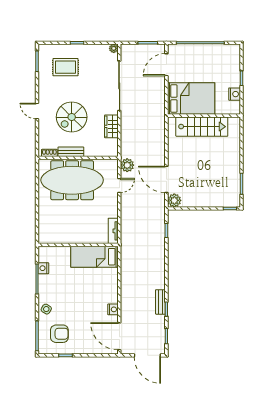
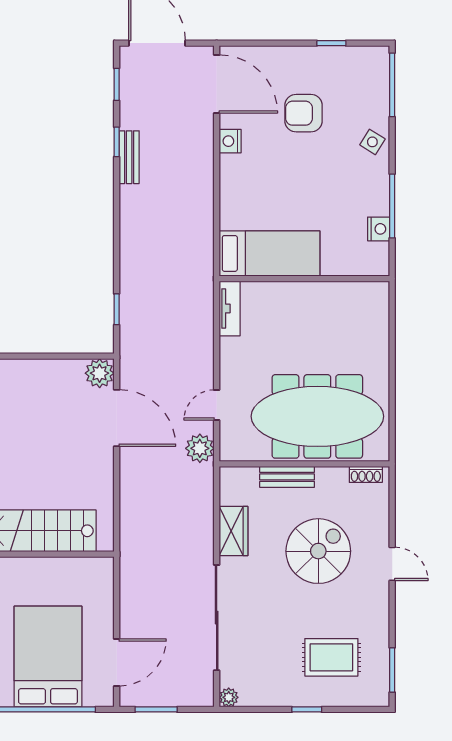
bed: (191, 98) -> (48, 657), moved, turned 90
bench: (71, 152) -> (287, 477), moved
armchair: (59, 334) -> (304, 113), moved

